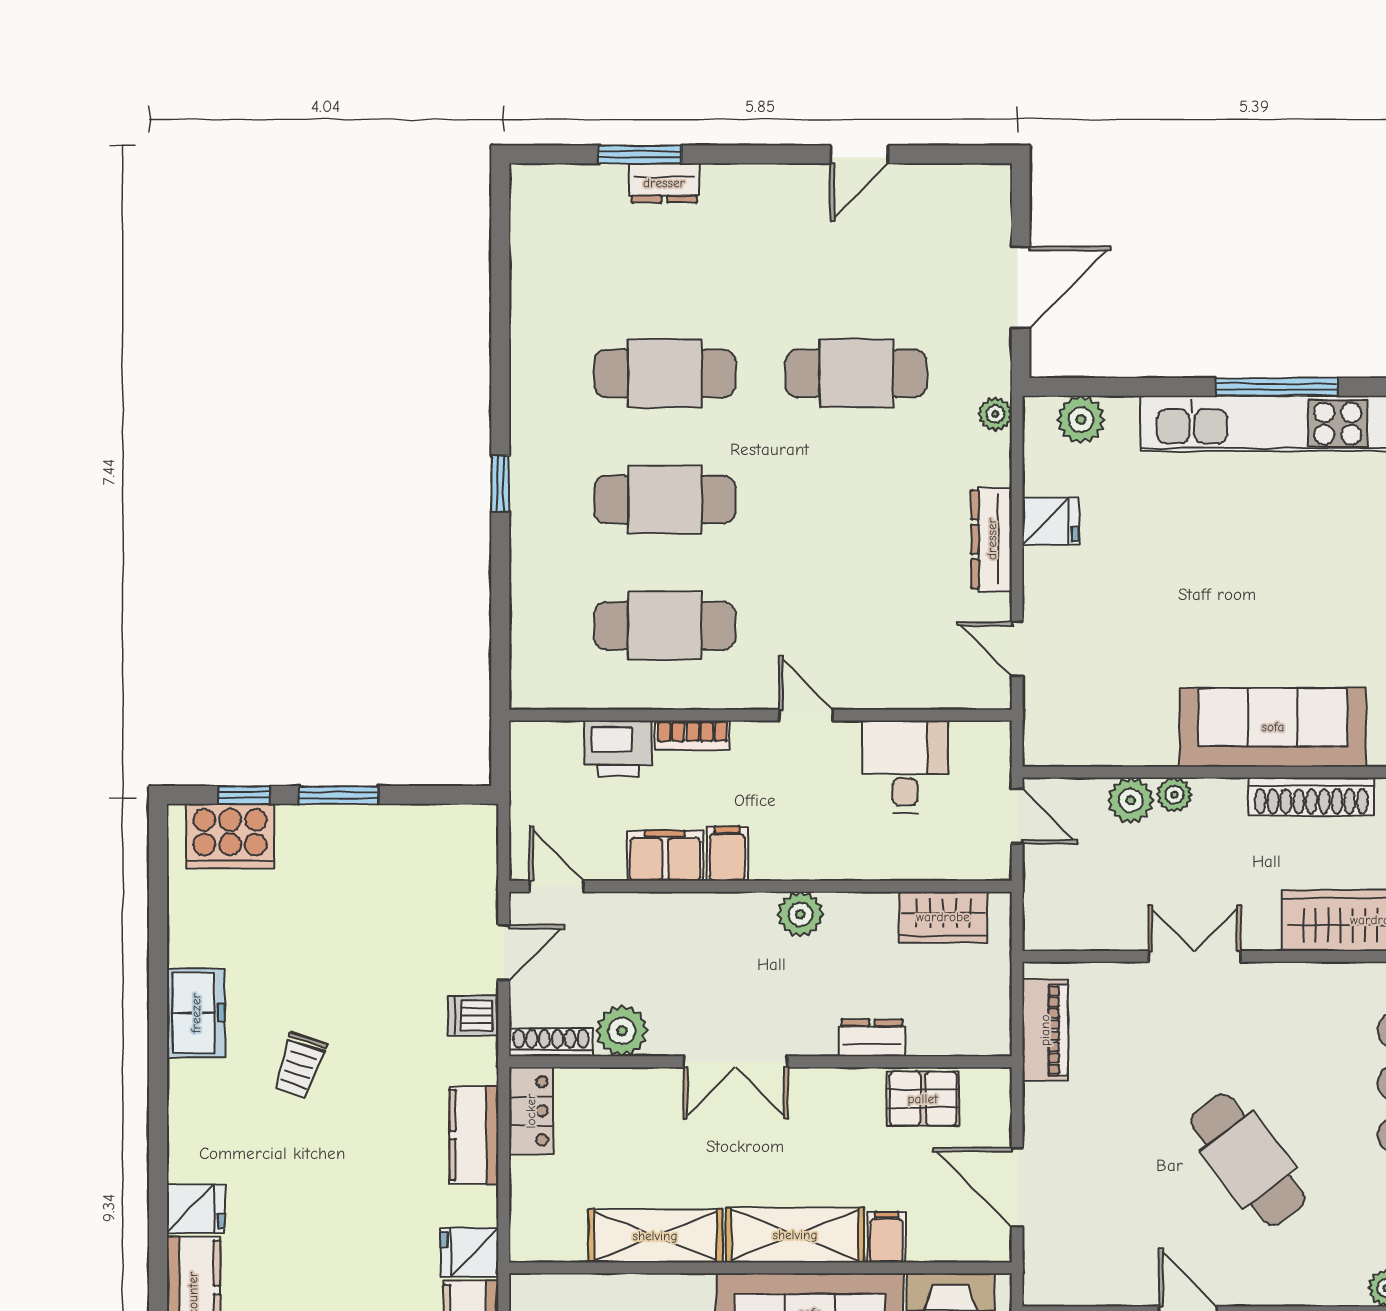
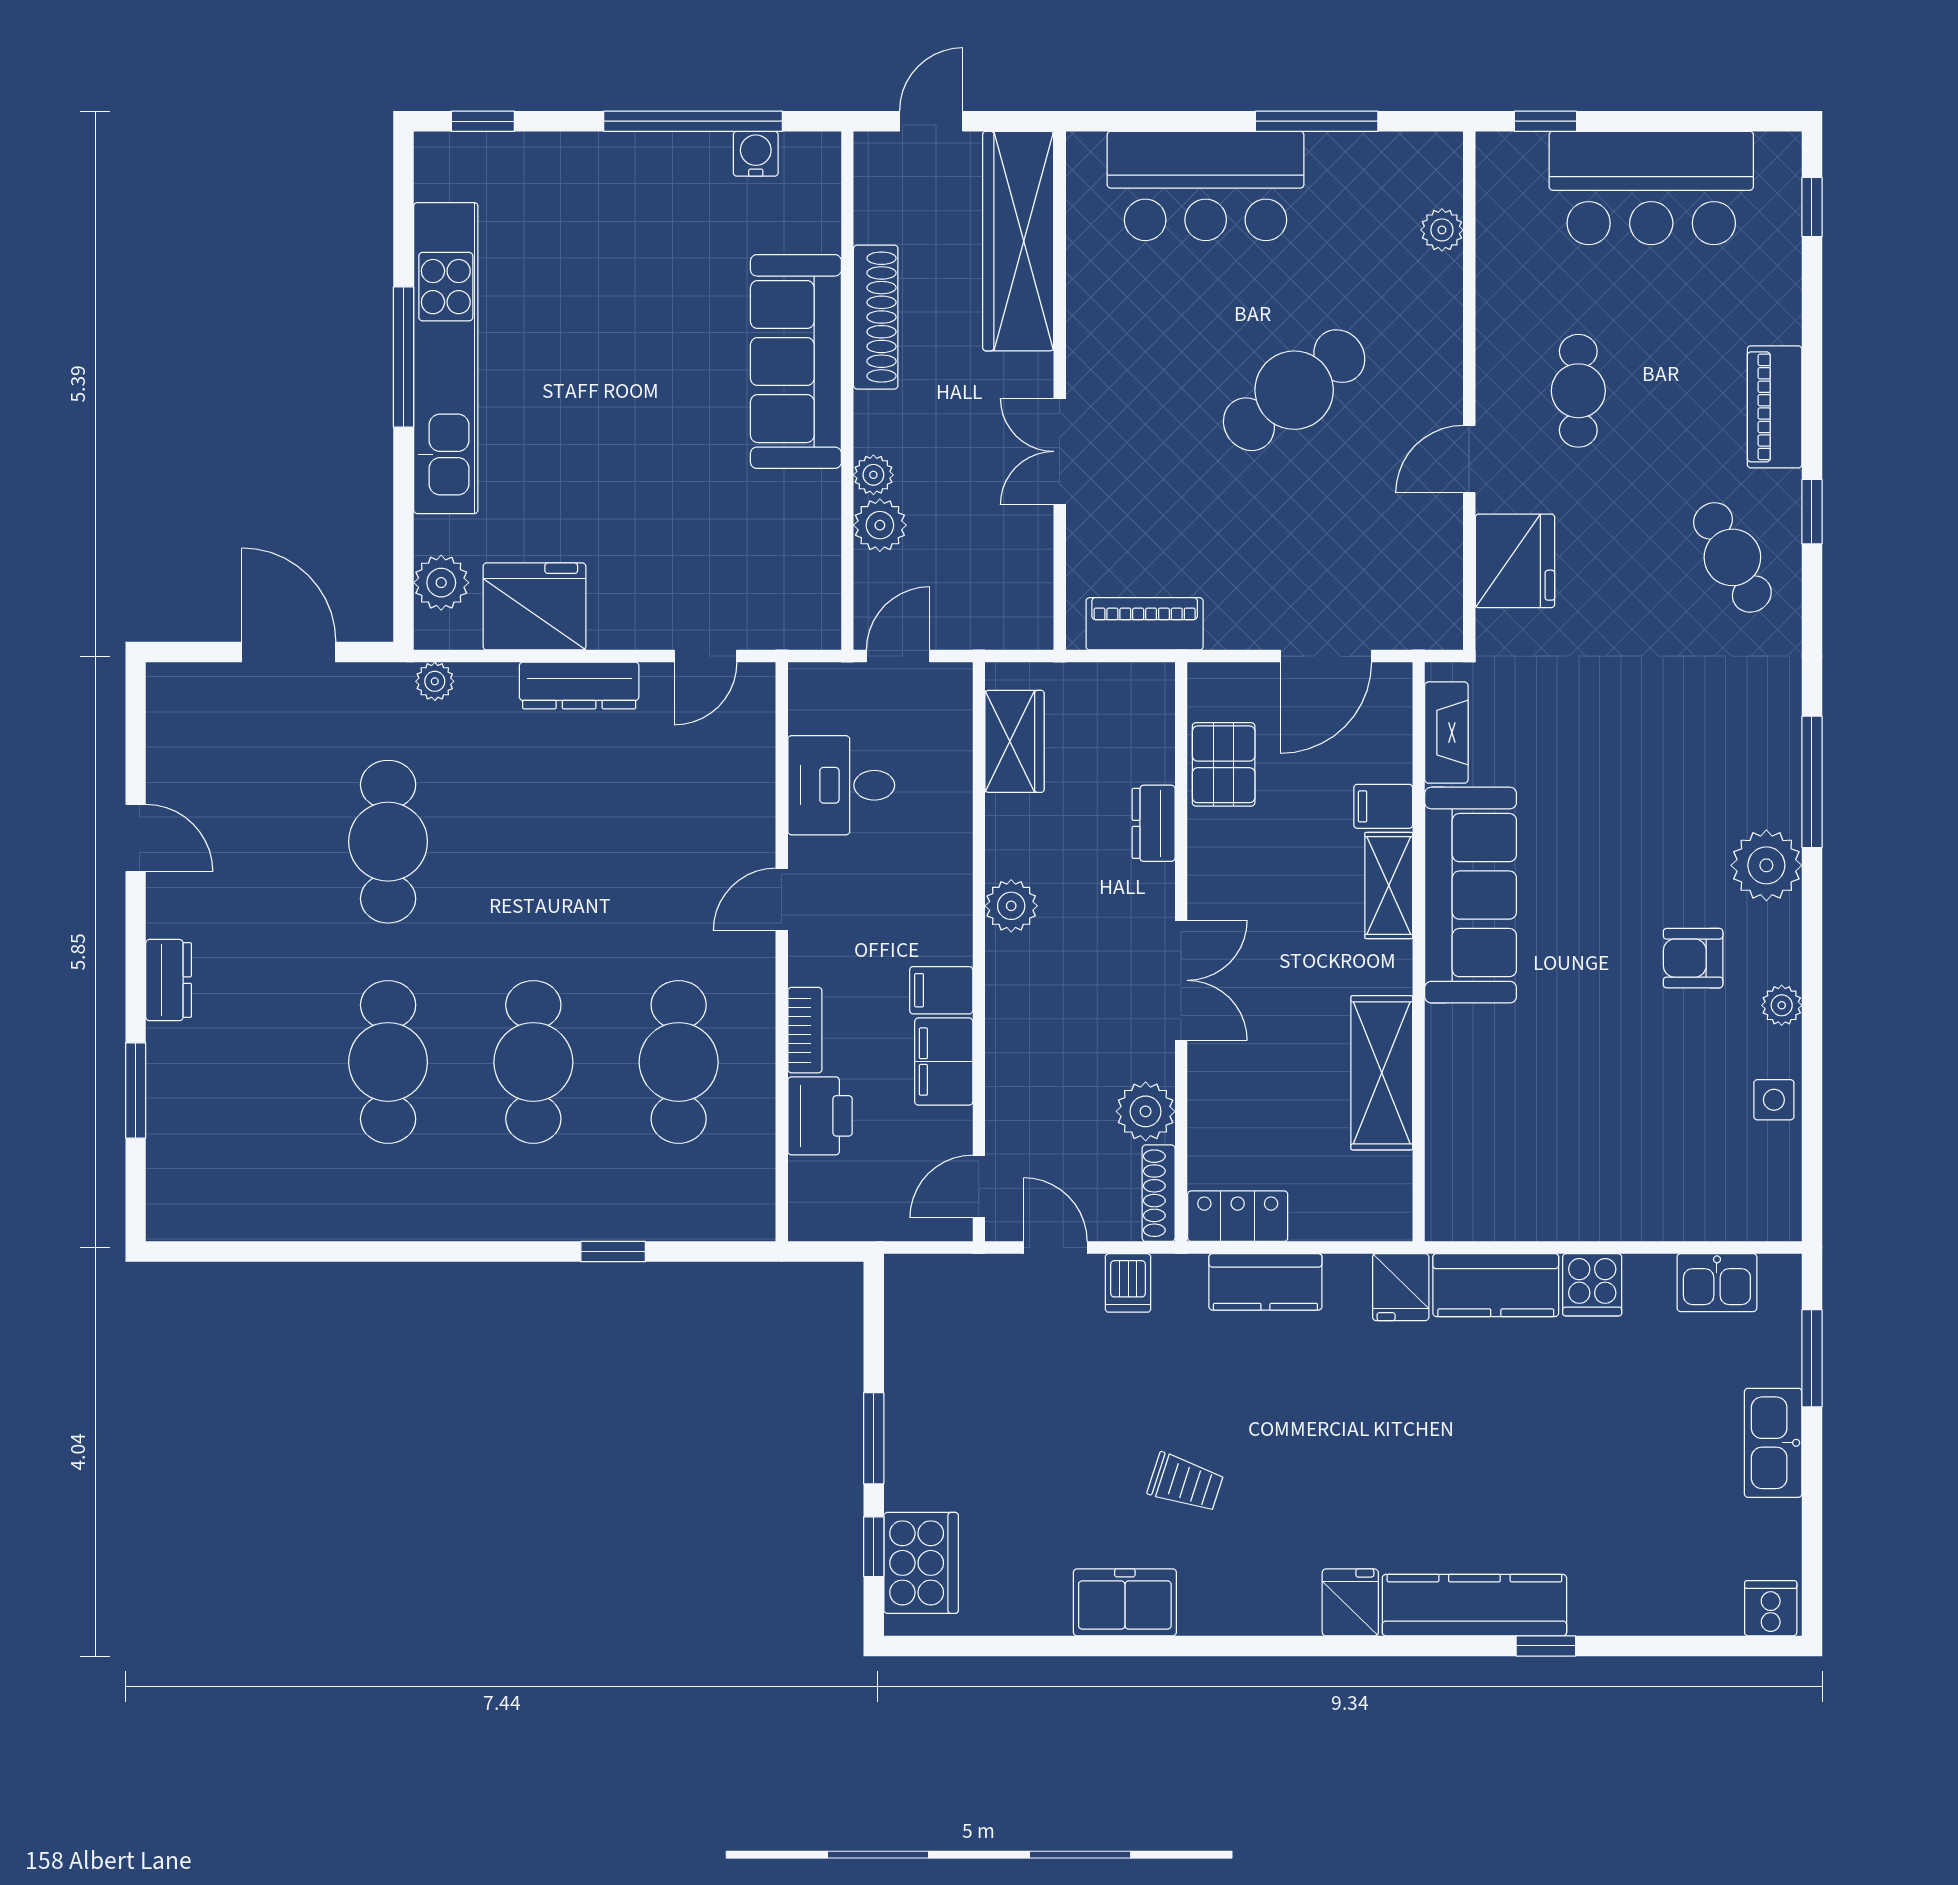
dresser: (664, 183) -> (169, 980), moved
window: (500, 483) -> (613, 1252), moved
fridge: (1051, 521) -> (534, 606), width x1.88, depth x1.34
shelving: (795, 1235) -> (1389, 886), width x0.67, depth x0.75

